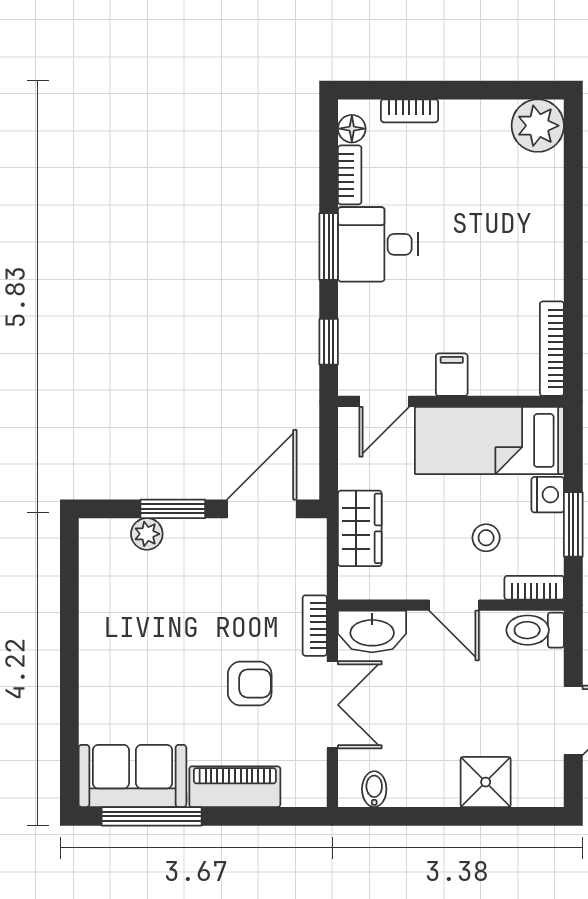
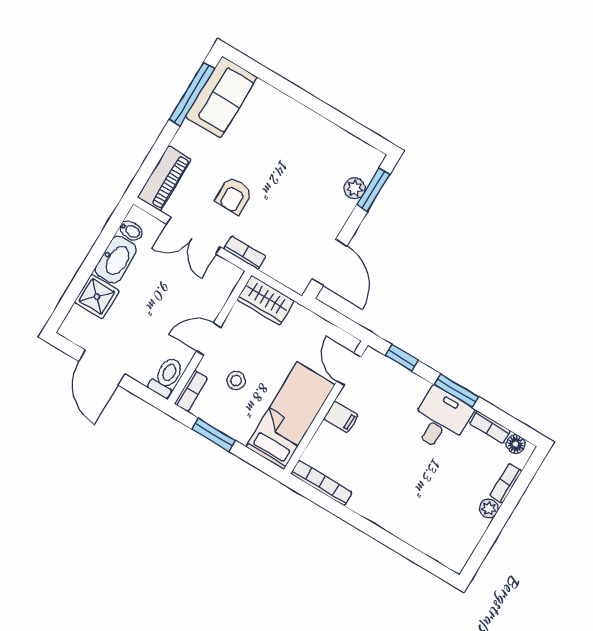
plant: (538, 126) -> (489, 508), moved, width x0.53, depth x0.53
nightstand: (548, 495) -> (240, 431), removed
window: (173, 509) -> (373, 190), moved
wardrobe: (360, 528) -> (266, 300), moved
washbasin: (372, 632) -> (116, 260), moved, turned 180
piano: (235, 787) -> (164, 178), moved

